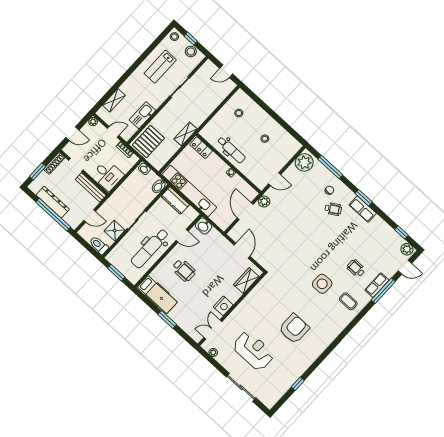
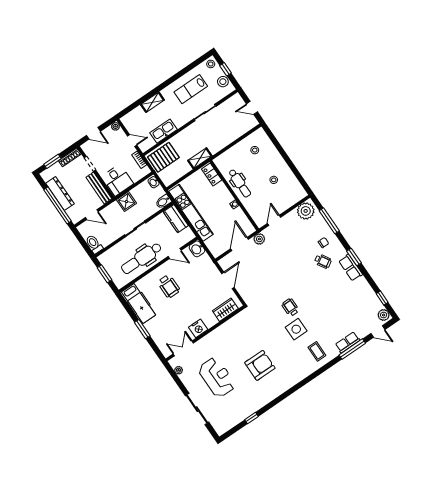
shelving: (114, 100) -> (152, 102), moved
door: (275, 179) -> (274, 220), swing flipped
shower: (115, 231) -> (126, 202), moved
wheelchair: (356, 268) -> (290, 307), moved

